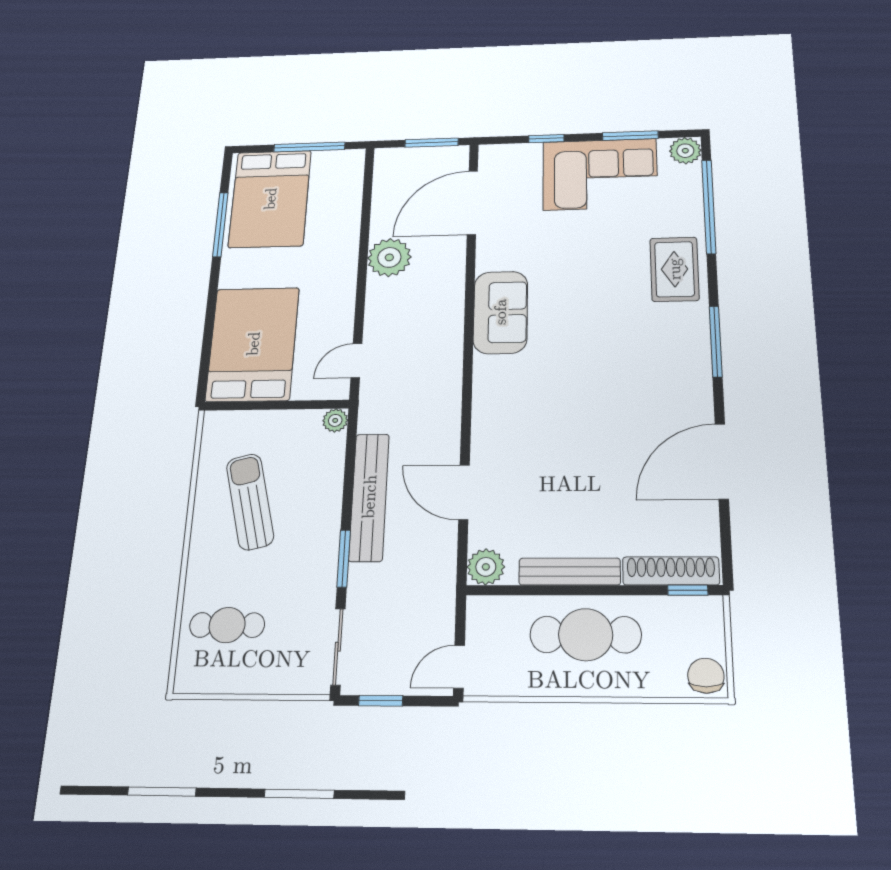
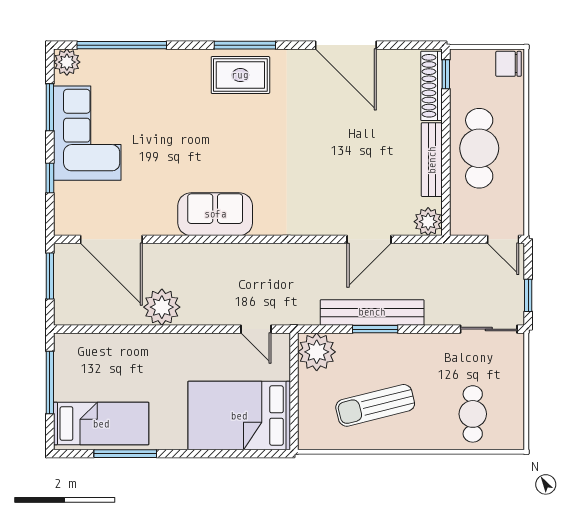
bed: (270, 199) -> (101, 424), width x0.67
rug: (674, 269) -> (240, 75), moved
plant: (335, 420) -> (317, 352), width x1.88, depth x1.88
window: (344, 558) -> (375, 329), moved

